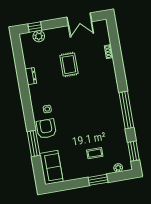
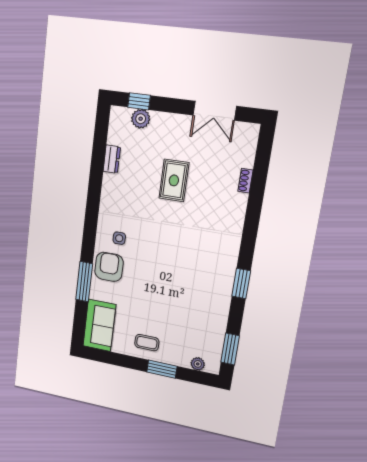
dresser: (31, 76) -> (112, 159), moved
window: (126, 110) -> (241, 284), width x0.47
coffee table: (95, 153) -> (147, 343), moved

